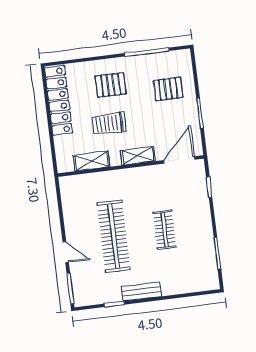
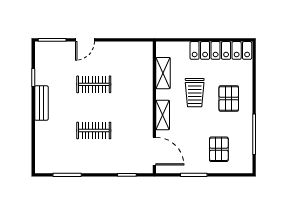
trolley: (109, 123) -> (195, 93), turned 180
clothes rail: (114, 236) -> (94, 84), width x0.54, depth x0.76

